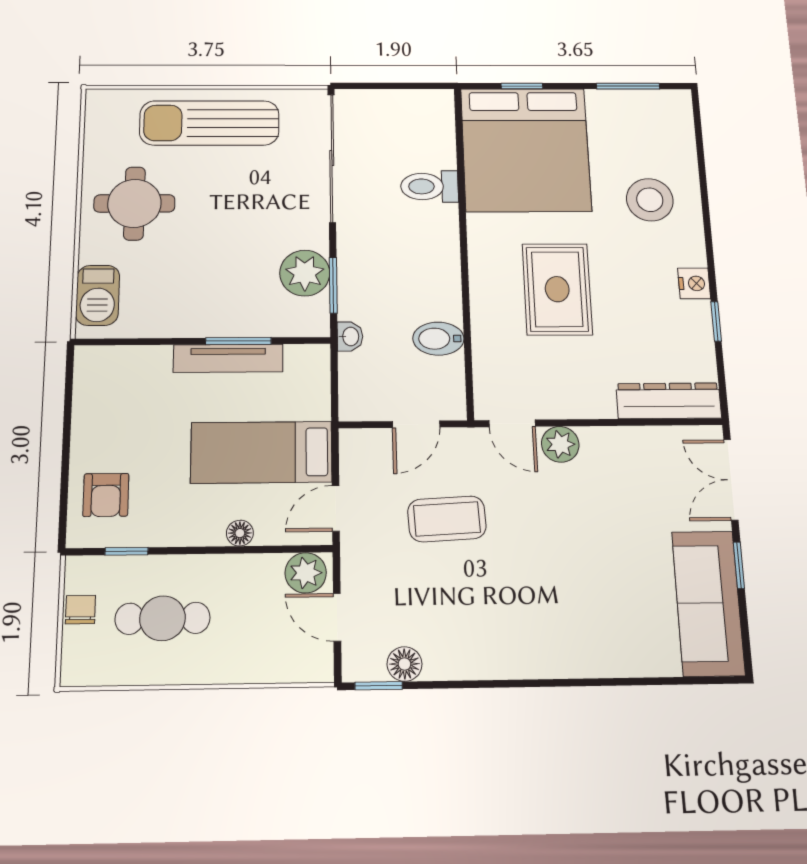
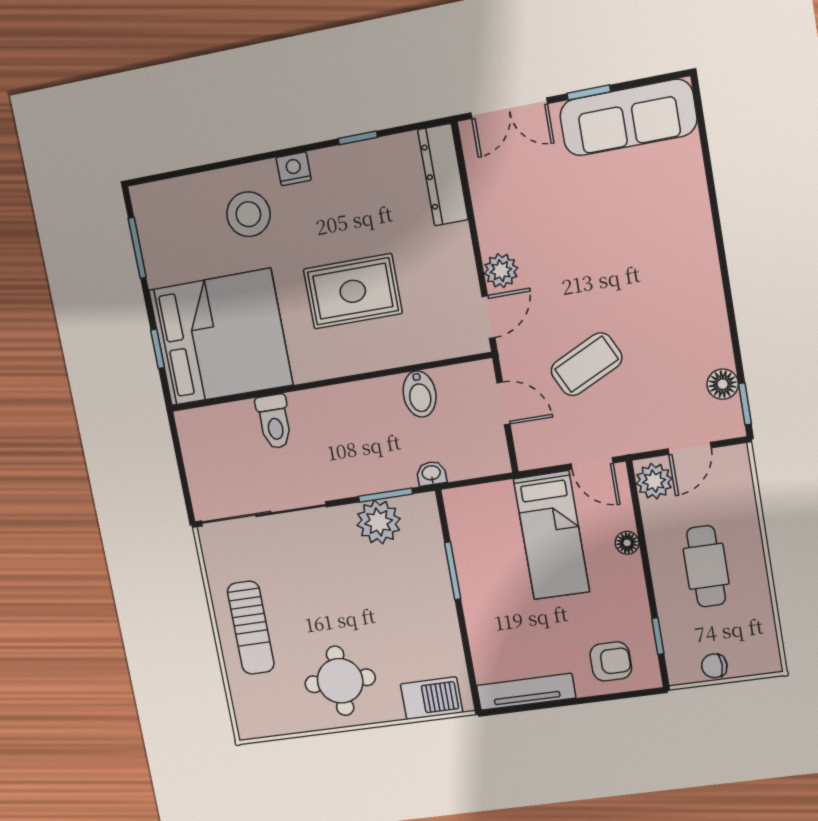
sun lounger: (209, 123) -> (251, 628), width x0.73, depth x0.75
nightstand: (694, 283) -> (294, 169), moved
tv unit: (228, 358) -> (526, 692), moved, turned -90
coffee table: (447, 519) -> (586, 364), turned 67
cafe table: (163, 618) -> (706, 566), moved

